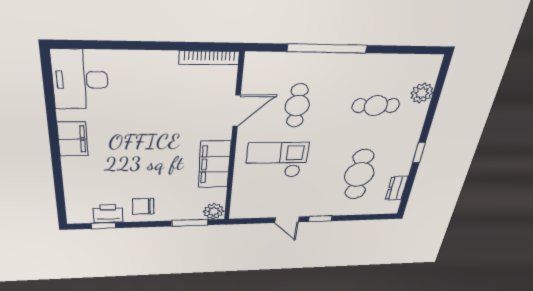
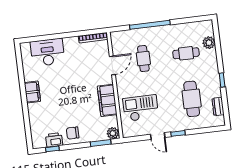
desk: (80, 80) -> (47, 52), moved, turned 90
checkout: (277, 160) -> (141, 108), moved

